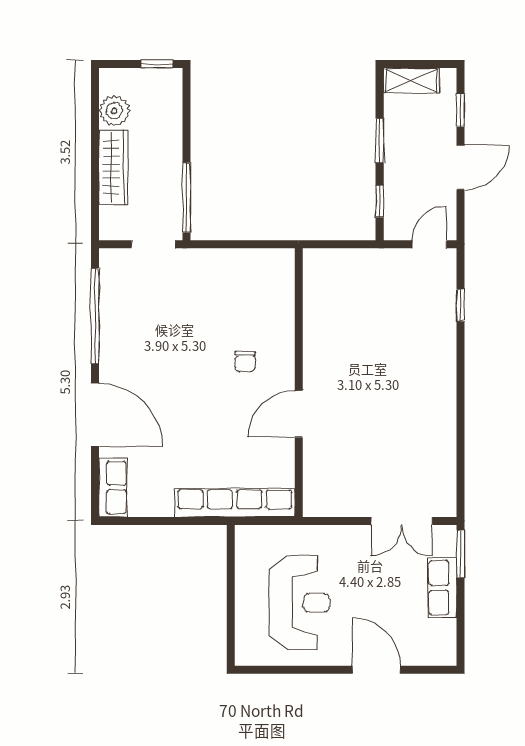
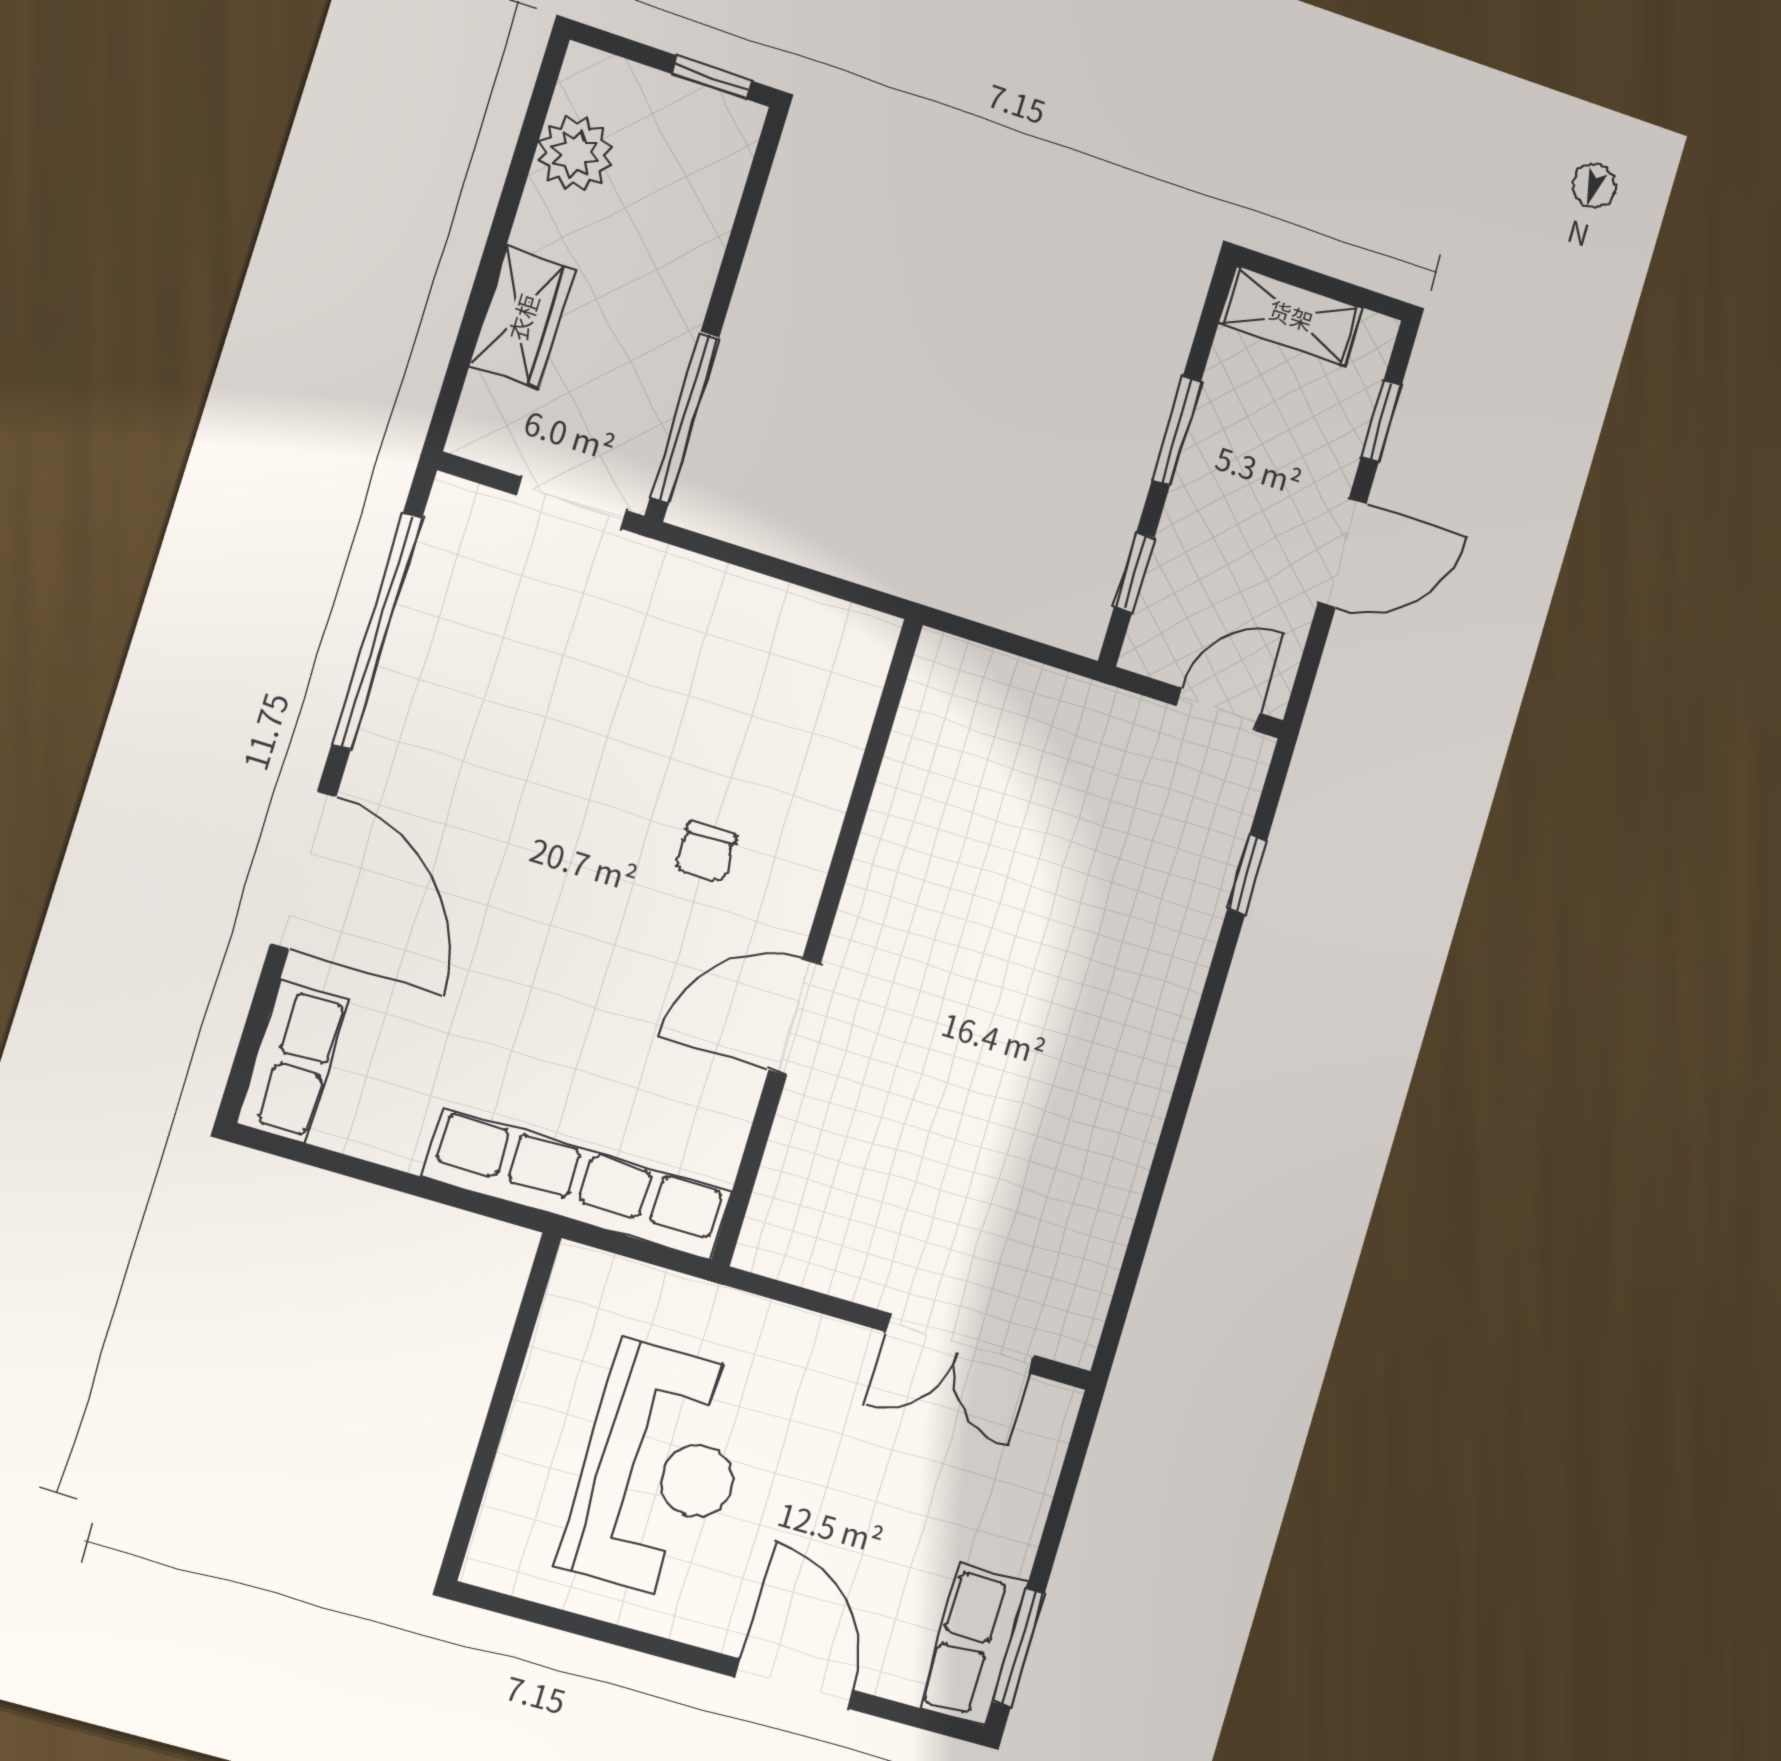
wardrobe: (113, 167) -> (523, 317), width x0.67
window: (461, 554) -> (1019, 1648), moved
row of seats: (442, 588) -> (973, 1645), moved

